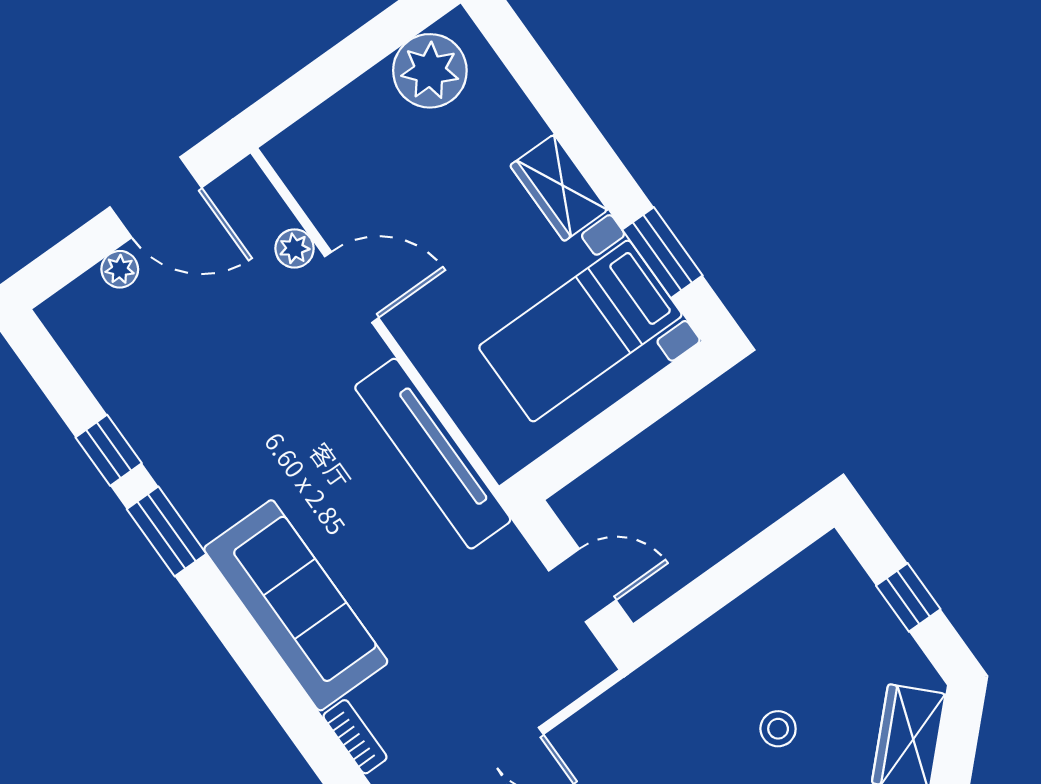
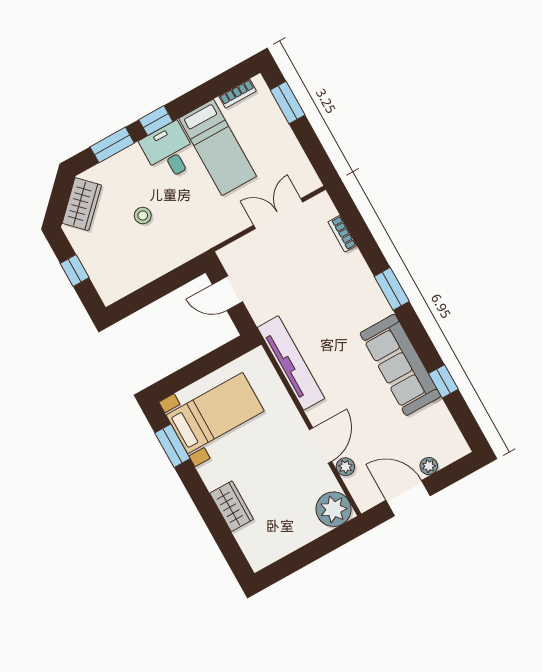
plant: (430, 71) -> (334, 509), moved
wardrobe: (559, 188) -> (232, 506), moved
door: (352, 287) -> (321, 446), swing flipped
window: (167, 531) -> (392, 289), moved
sofa: (296, 605) -> (400, 365), moved

